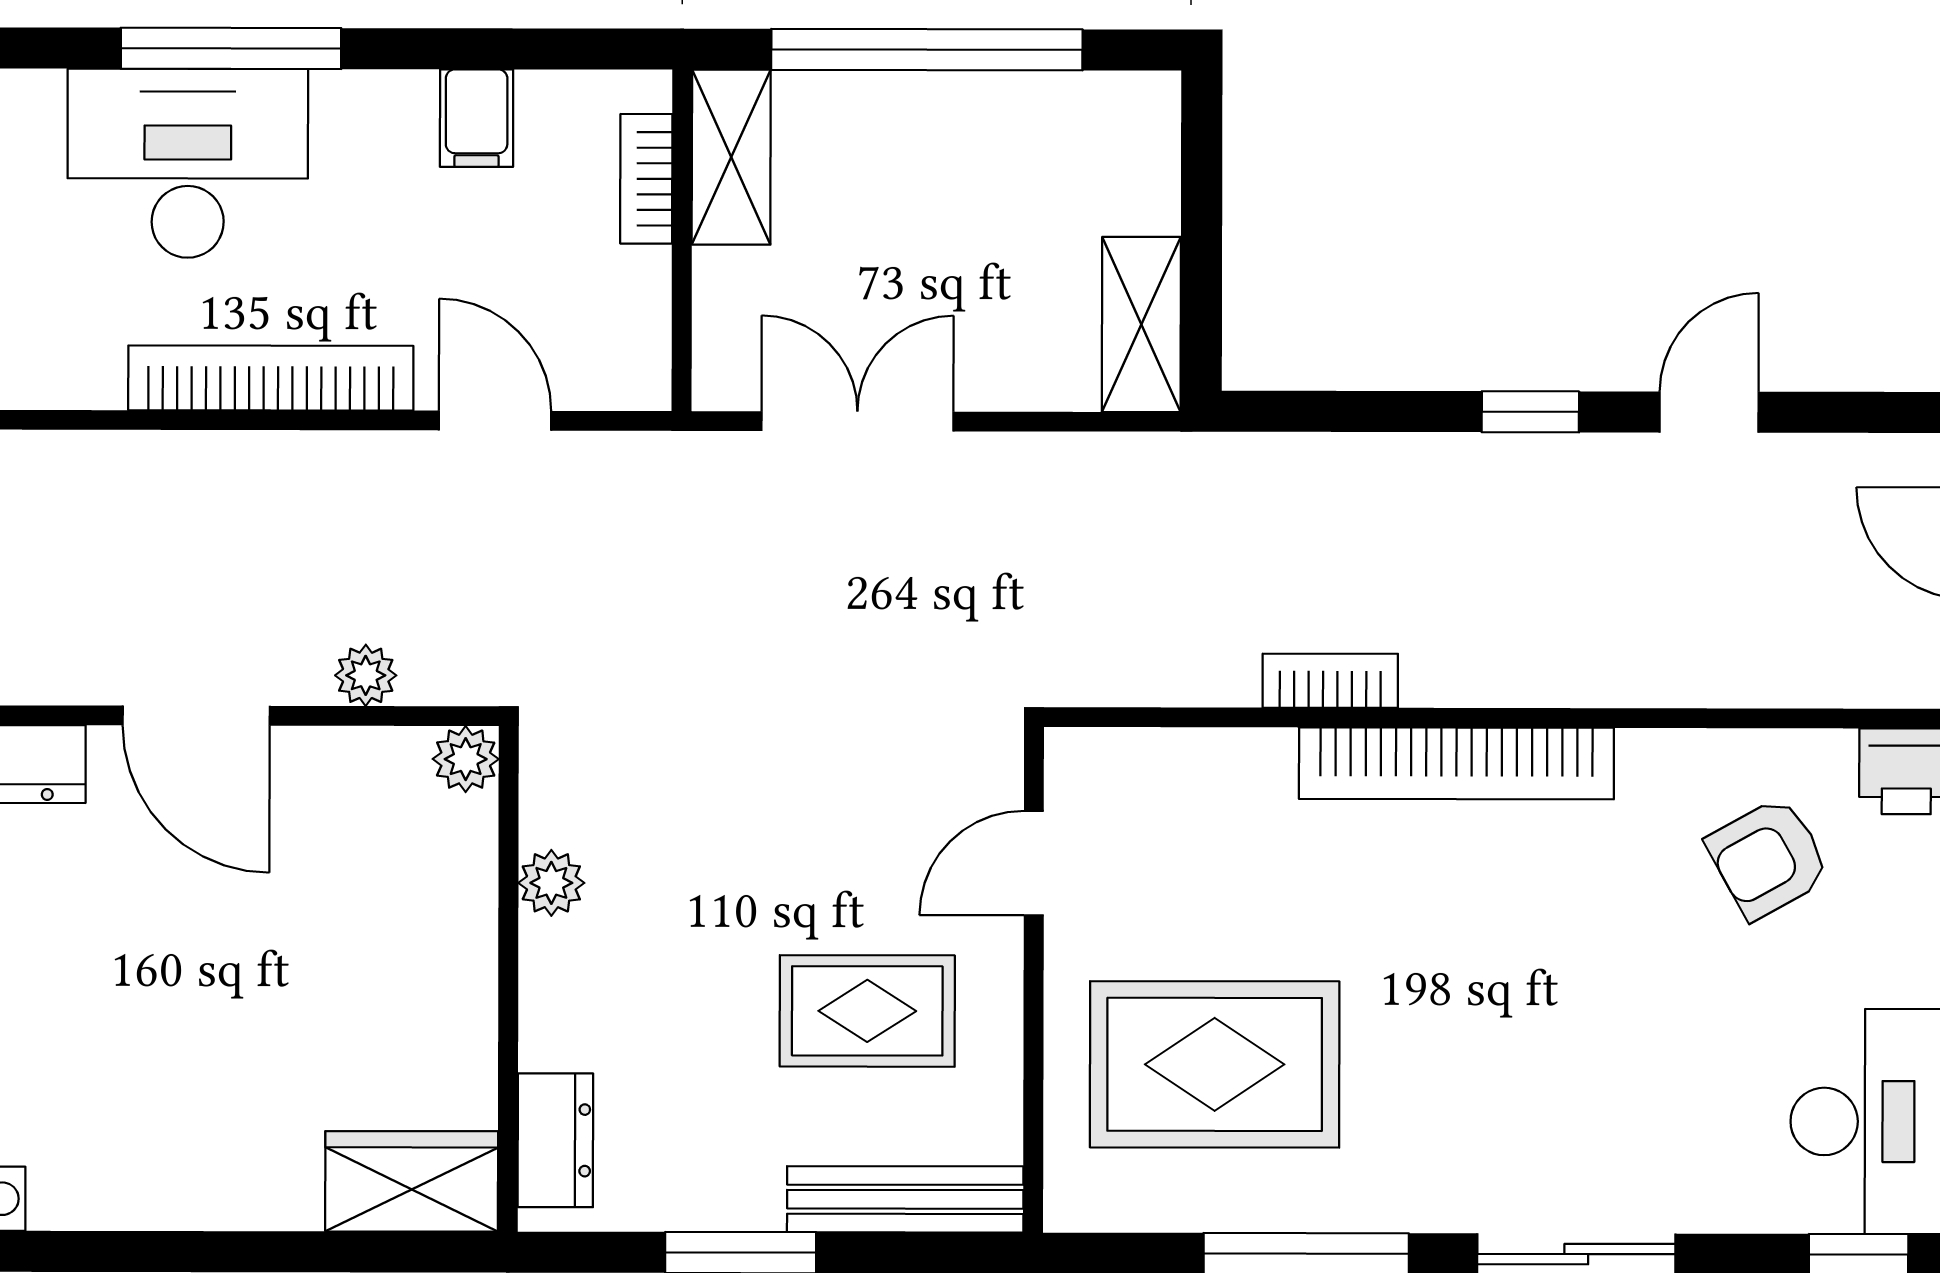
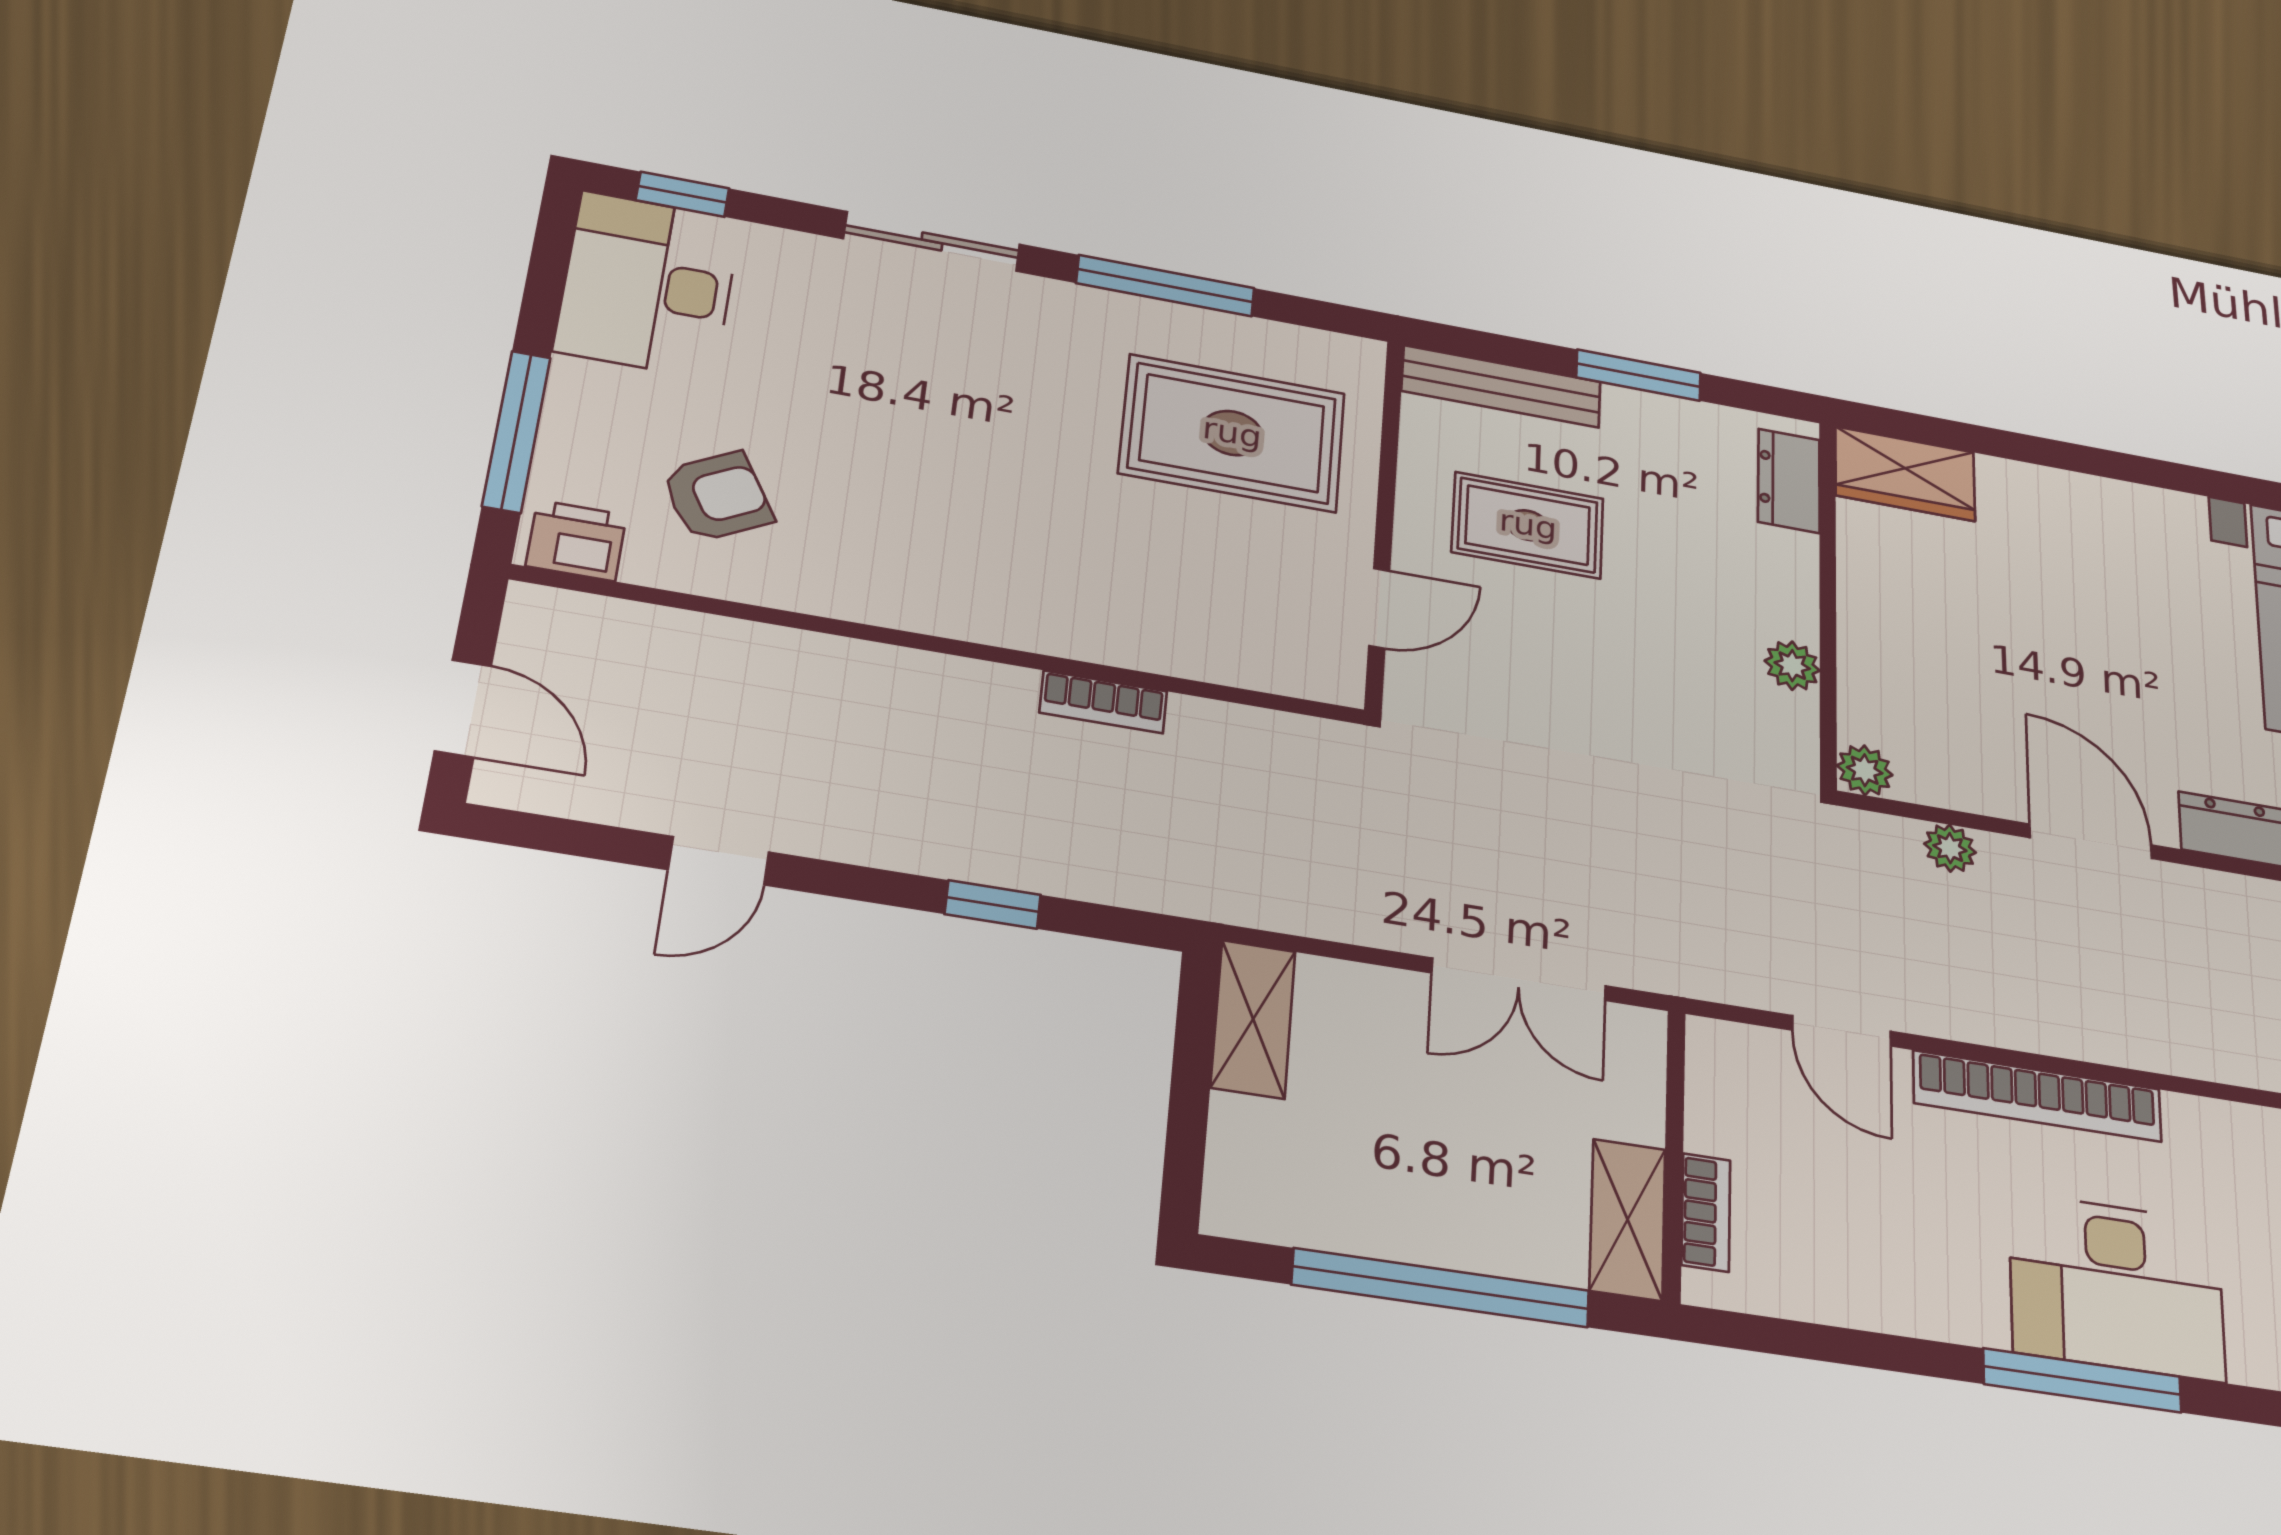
filing cabinet: (477, 118) -> (1860, 1288), removed
window: (1530, 412) -> (993, 904), moved
bookcase: (1456, 763) -> (995, 618), removed

